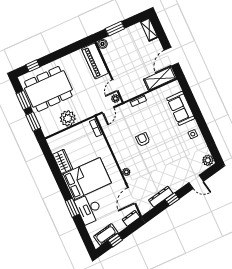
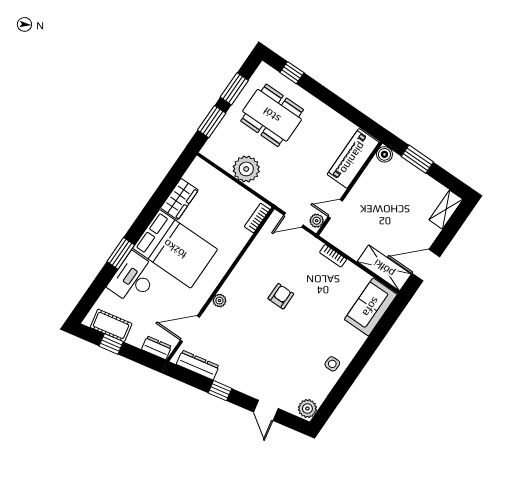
dining table: (48, 89) -> (272, 115), width x0.73, depth x0.80
sofa: (181, 108) -> (371, 307), moved
dresser: (161, 197) -> (198, 365), moved

